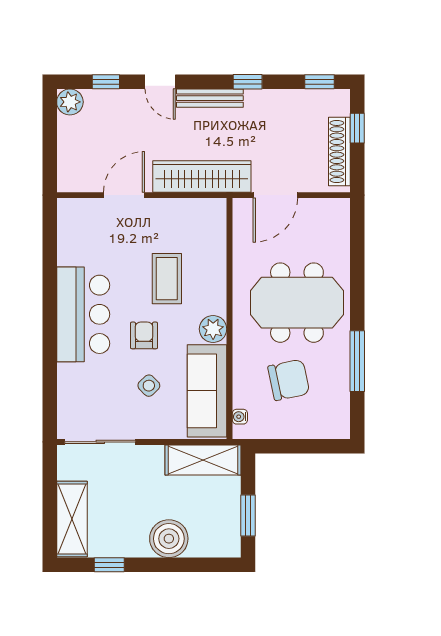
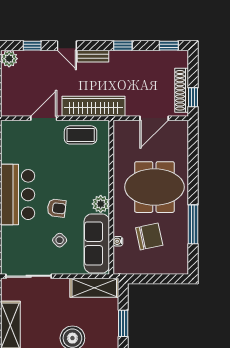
bench: (210, 98) -> (93, 56), width x0.73
window: (357, 128) -> (193, 97), moved
door: (275, 195) -> (154, 118), moved
coffee table: (167, 279) -> (81, 135), moved, turned 90
armchair: (144, 335) -> (57, 208), turned 97
water cooler: (240, 417) -> (118, 241), moved

